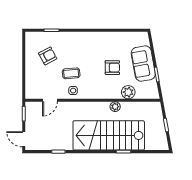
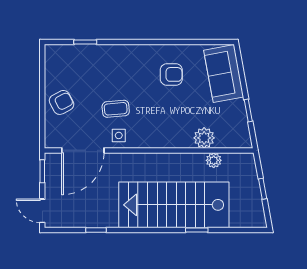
armchair: (48, 56) -> (62, 102), moved
sofa: (143, 64) -> (224, 74), moved
armchair: (112, 68) -> (171, 74), moved
door: (50, 100) -> (83, 150), width x1.88
plant: (115, 107) -> (214, 160), moved

